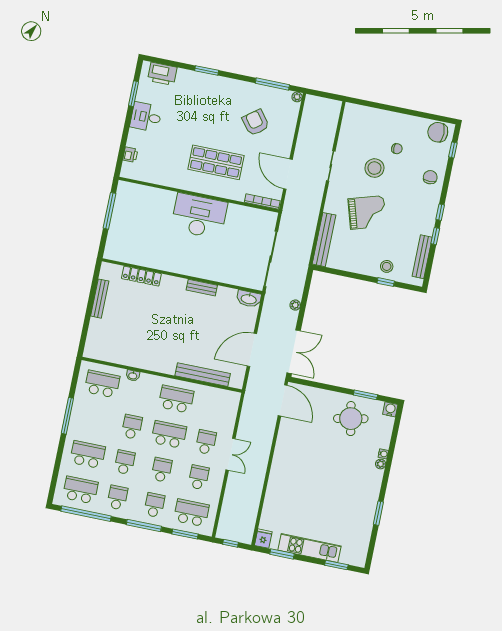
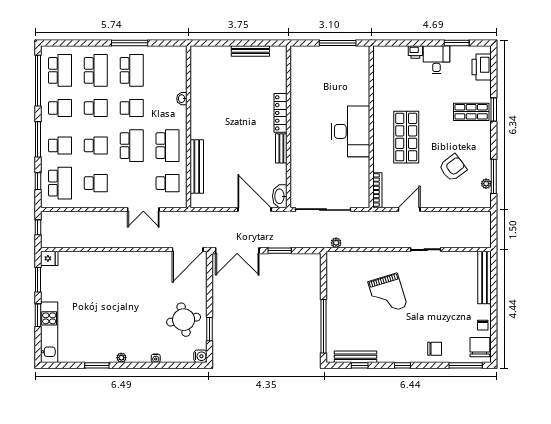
shop shelf: (204, 93) -> (471, 112), added
plant: (297, 97) -> (486, 184), moved
chair: (397, 149) -> (483, 325), moved
window: (453, 150) -> (466, 365), width x2.17
printer: (130, 155) -> (415, 52), moved
stool: (374, 168) -> (432, 293), removed
door: (288, 174) -> (409, 210), width x0.73
window: (435, 236) -> (360, 365), moved
bench: (324, 240) -> (485, 278), moved, turned 90
stool: (387, 266) -> (339, 324), removed
locker: (141, 276) -> (280, 113), moved
window: (386, 282) -> (324, 326), width x3.17
plant: (295, 305) -> (336, 243), moved
window: (302, 310) -> (280, 251), added
door: (252, 350) -> (254, 210), moved
school desk: (102, 384) -> (132, 70), moved
school desk: (206, 442) -> (168, 183), moved
double door: (230, 454) -> (143, 210), moved
plant: (381, 464) -> (121, 358), moved
window: (185, 534) -> (38, 181), width x0.67
kitchen unit: (310, 548) -> (49, 332), moved
window: (336, 565) -> (38, 315), moved

